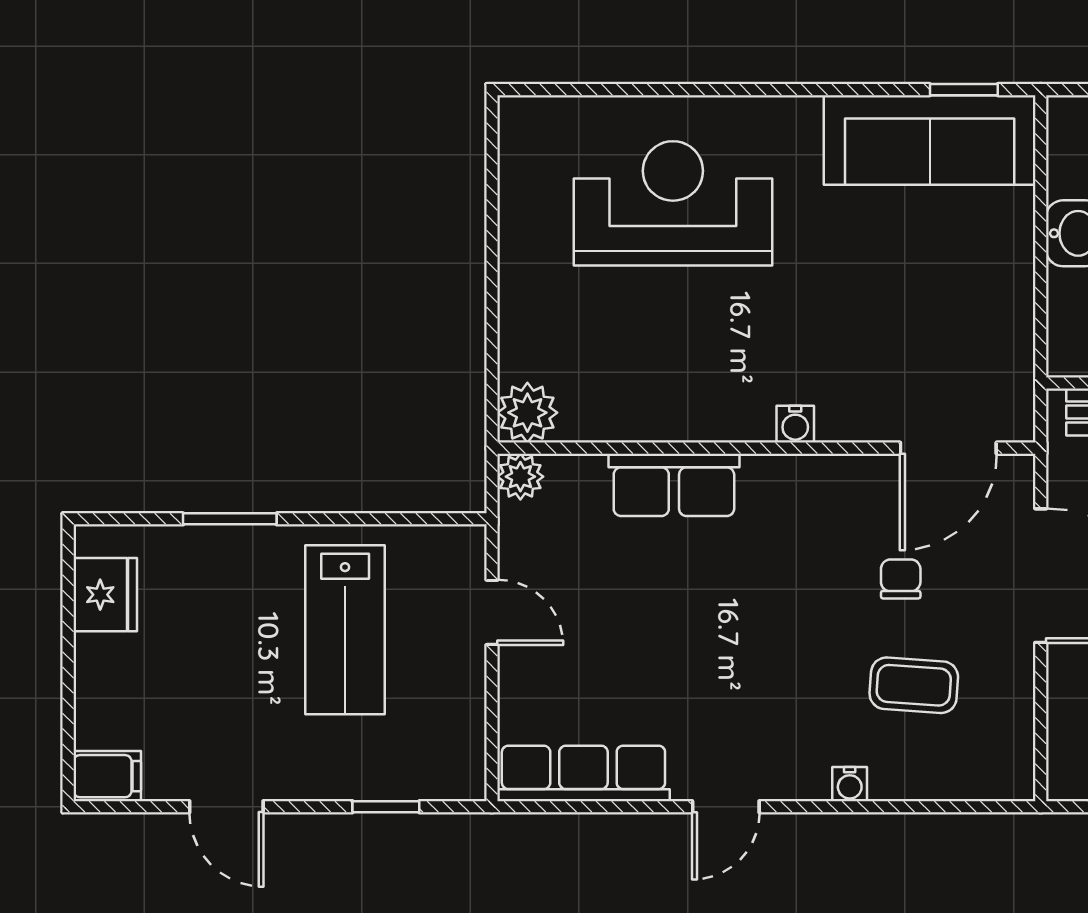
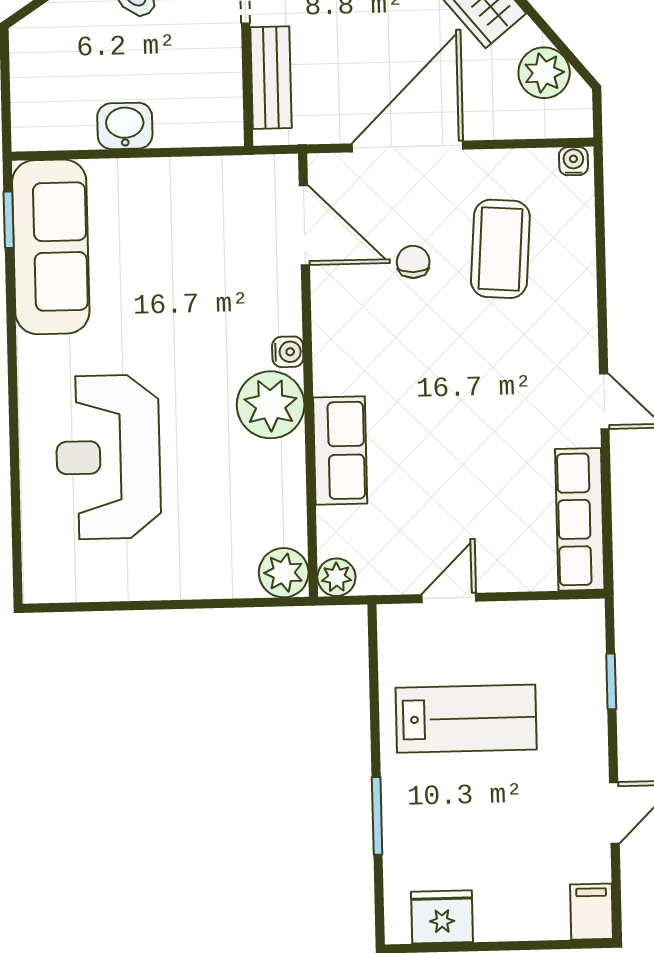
plant: (731, 402) -> (271, 405), added
chair: (901, 579) -> (413, 262), turned 90
coffee table: (914, 685) -> (500, 249), width x1.36, depth x1.30
water cooler: (850, 784) -> (573, 161), moved, turned -90

